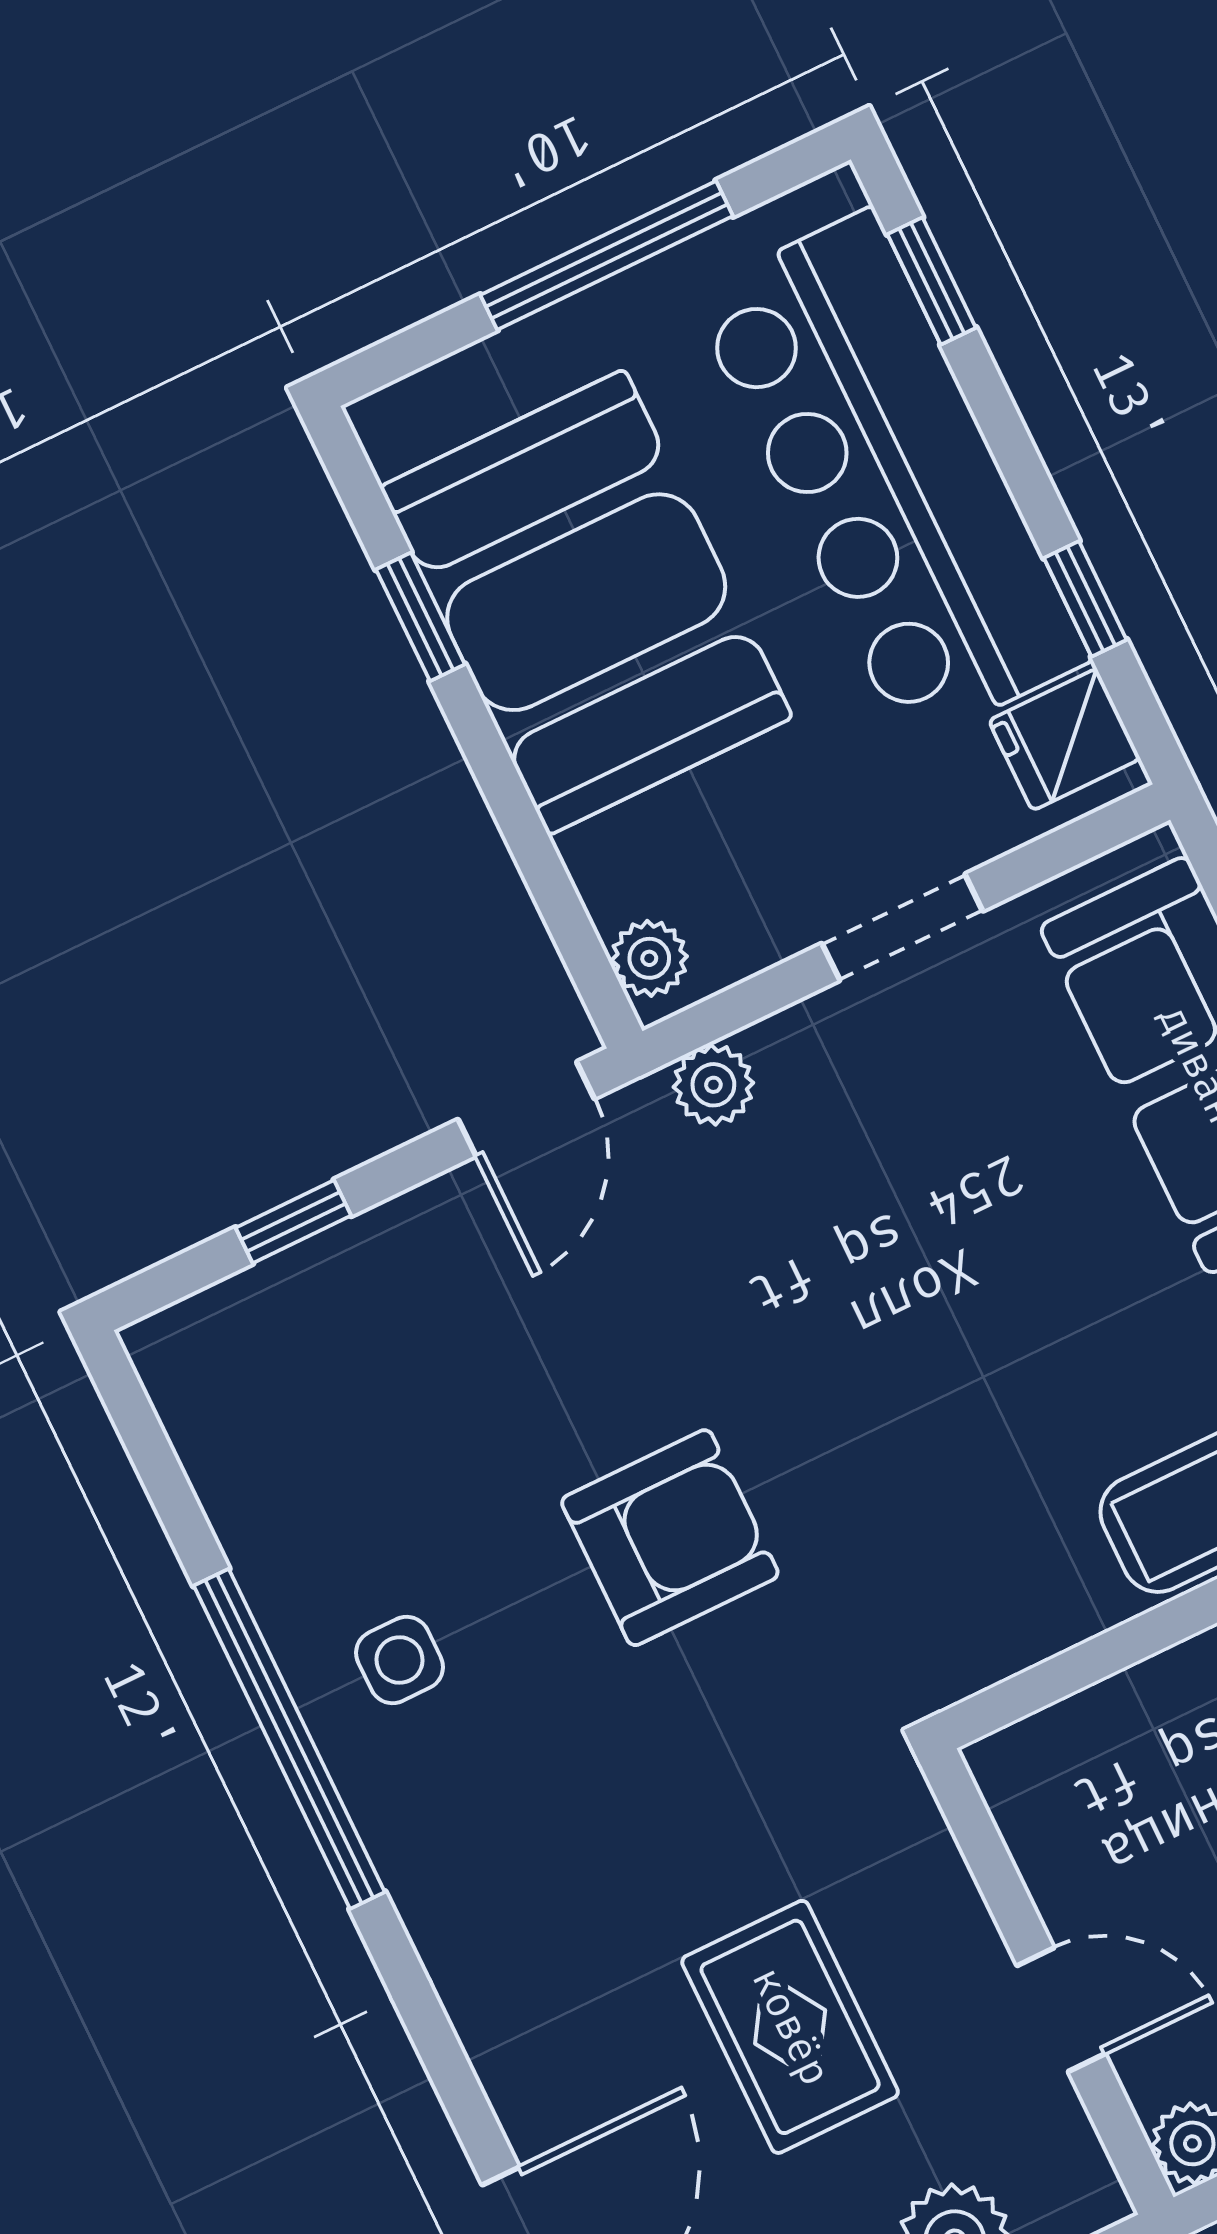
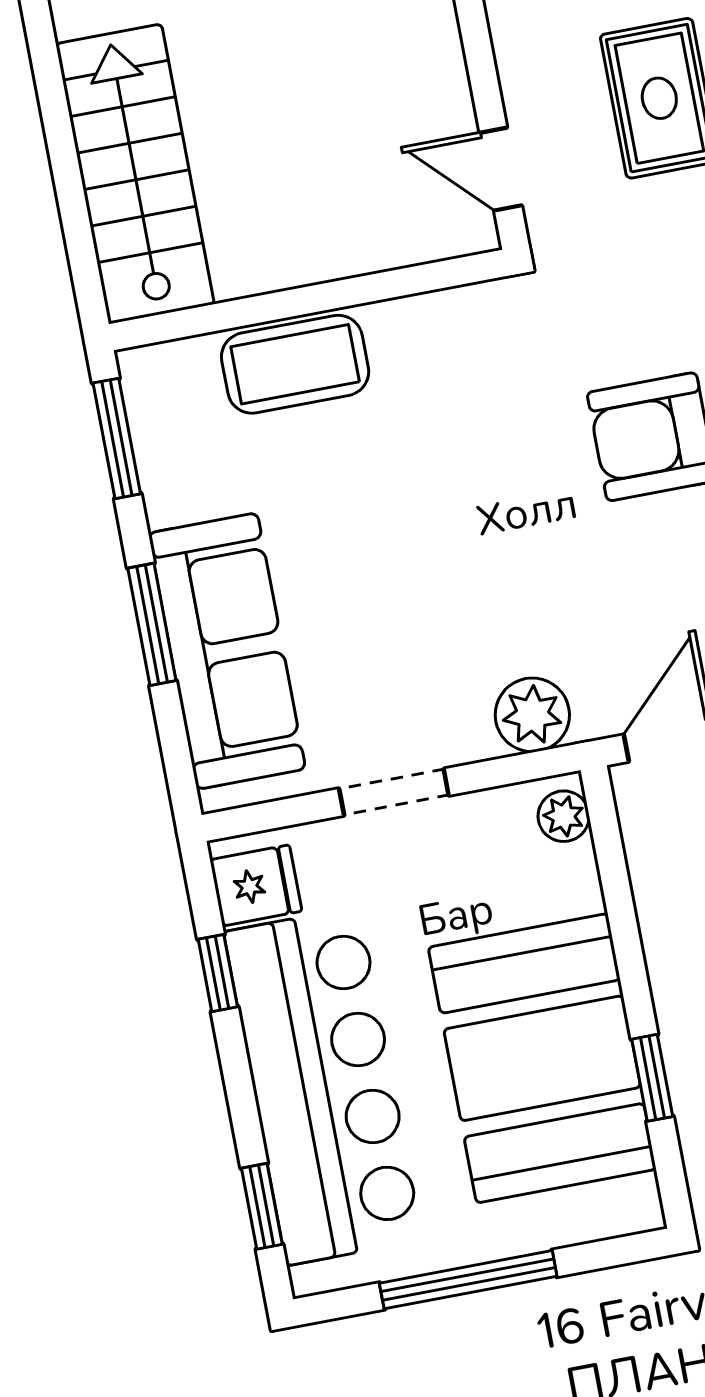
plant: (713, 1085) -> (532, 715), width x1.38, depth x1.38
door: (1061, 2010) -> (501, 169), moved

